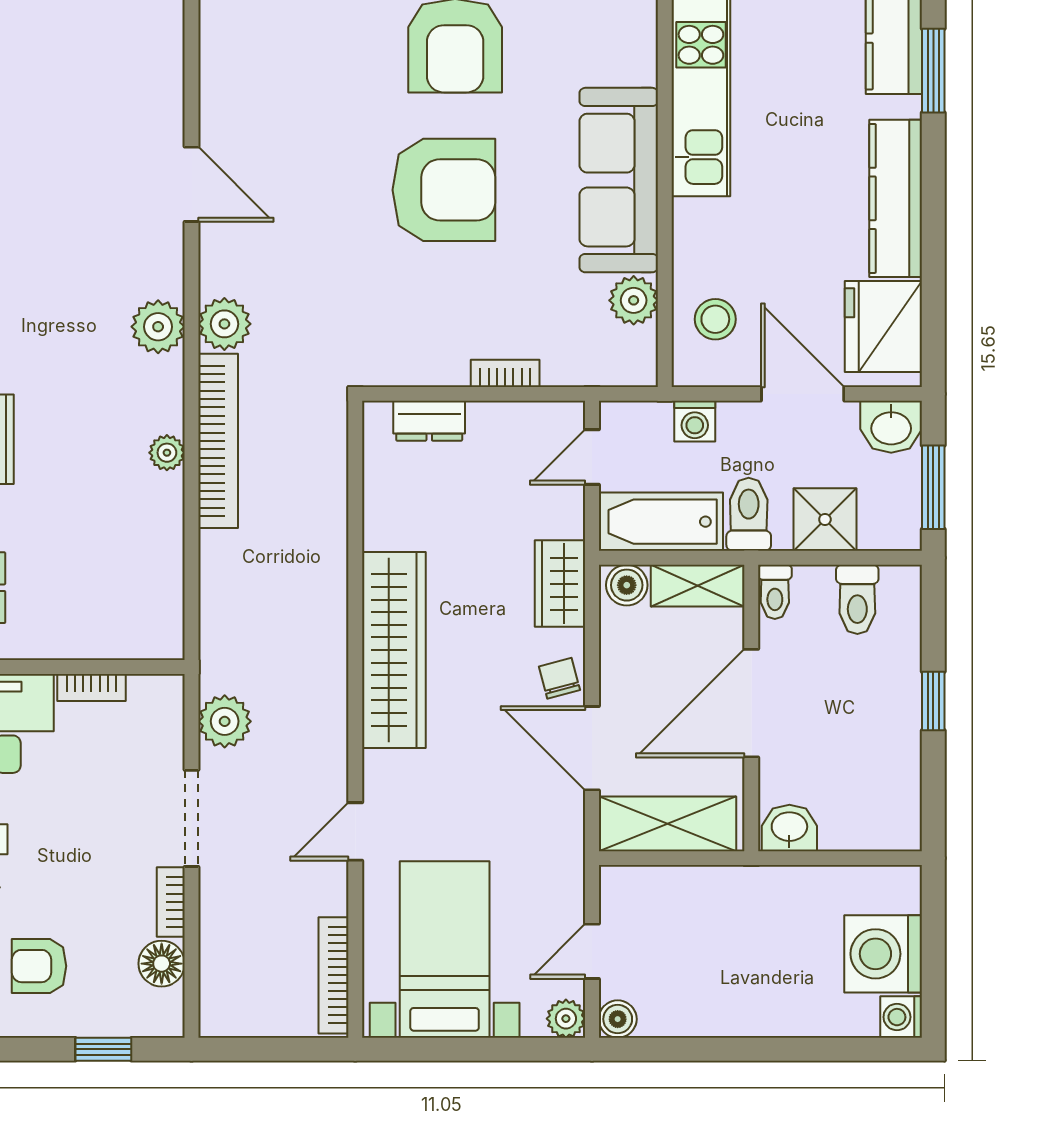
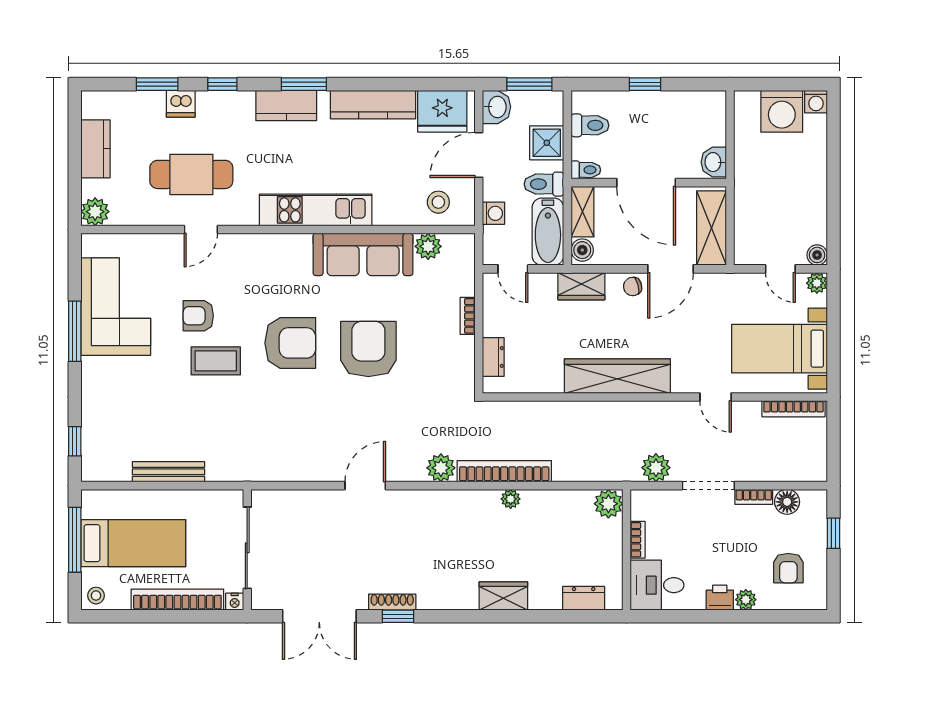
plant: (158, 327) -> (608, 504), moved

